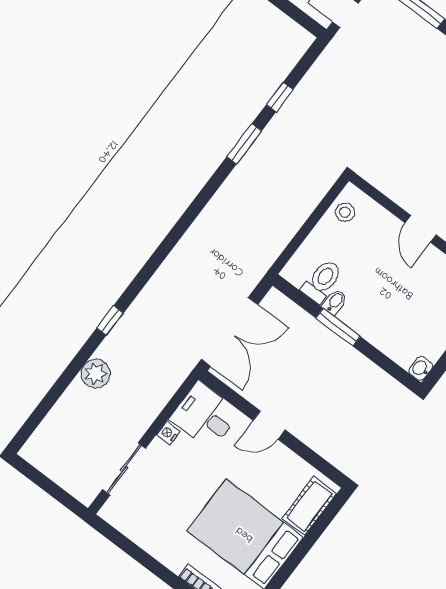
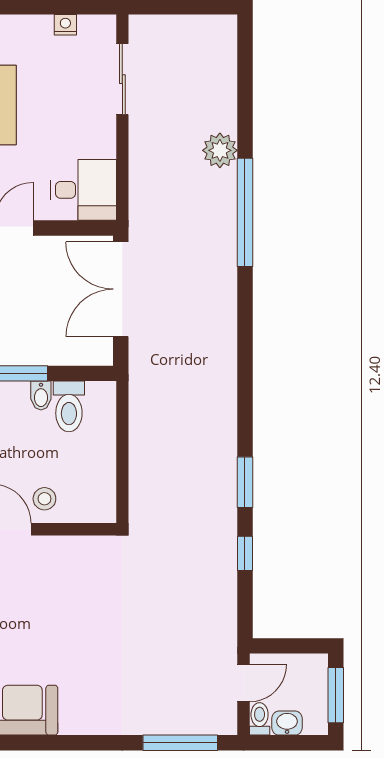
stool: (345, 212) -> (44, 499), moved
window: (110, 320) -> (245, 212), width x3.17
nightstand: (168, 433) -> (65, 25), moved, turned -90

